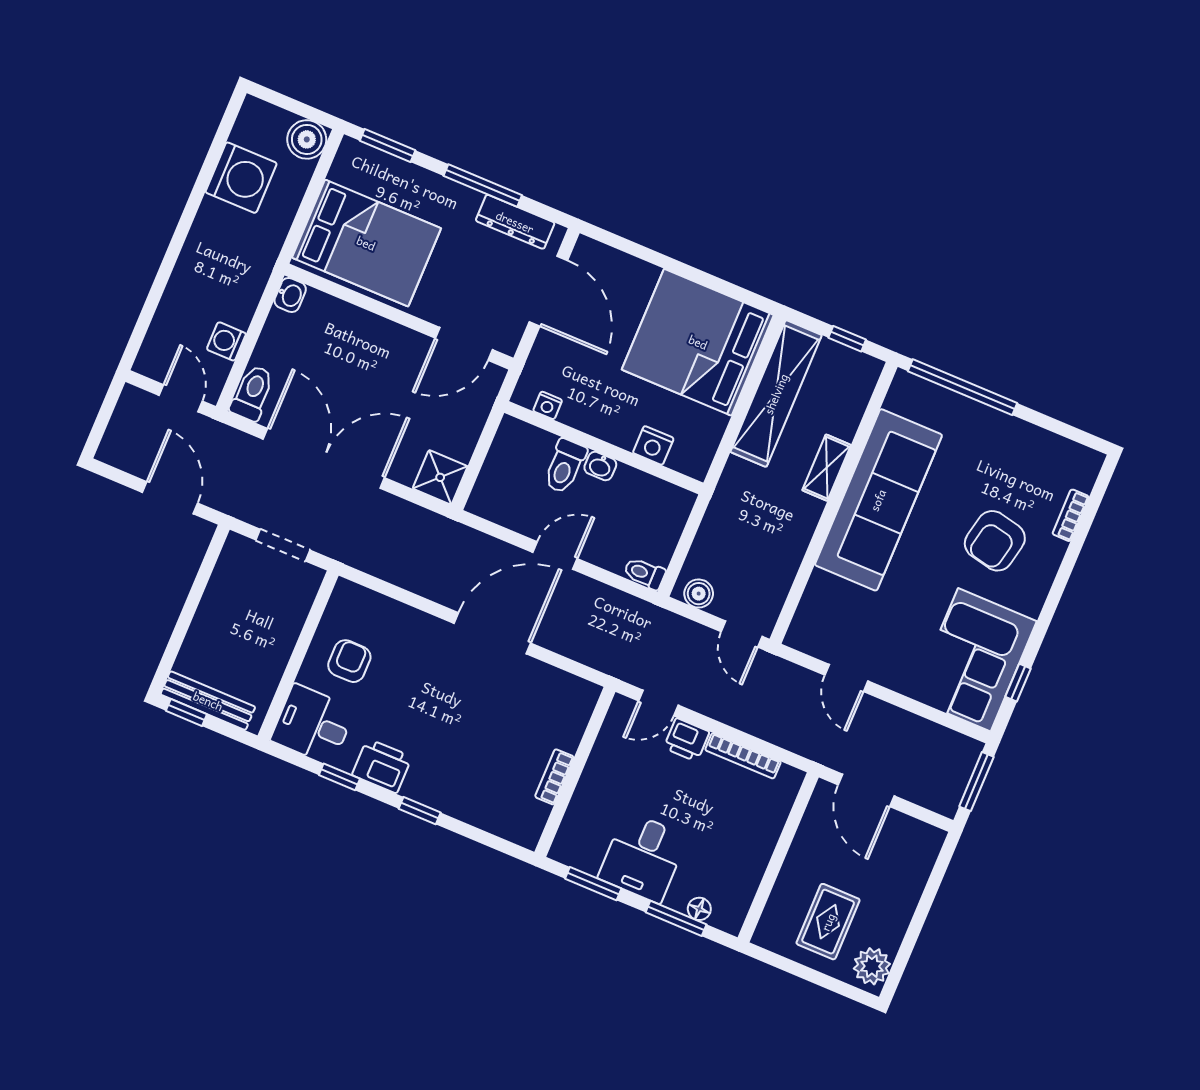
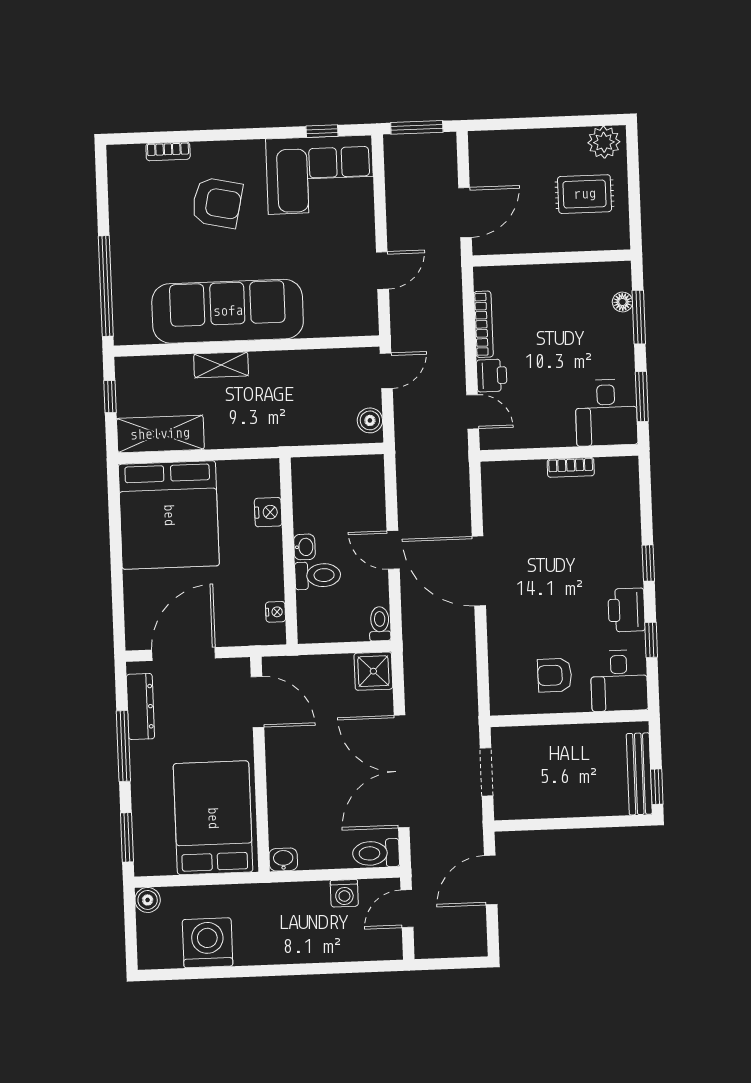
boiler: (307, 139) -> (148, 900), width x0.73, depth x0.73
shelving: (776, 394) -> (160, 434), width x0.68
toilet: (644, 573) -> (380, 624), moved, turned 180
desk: (643, 857) -> (606, 413), moved, turned 90

